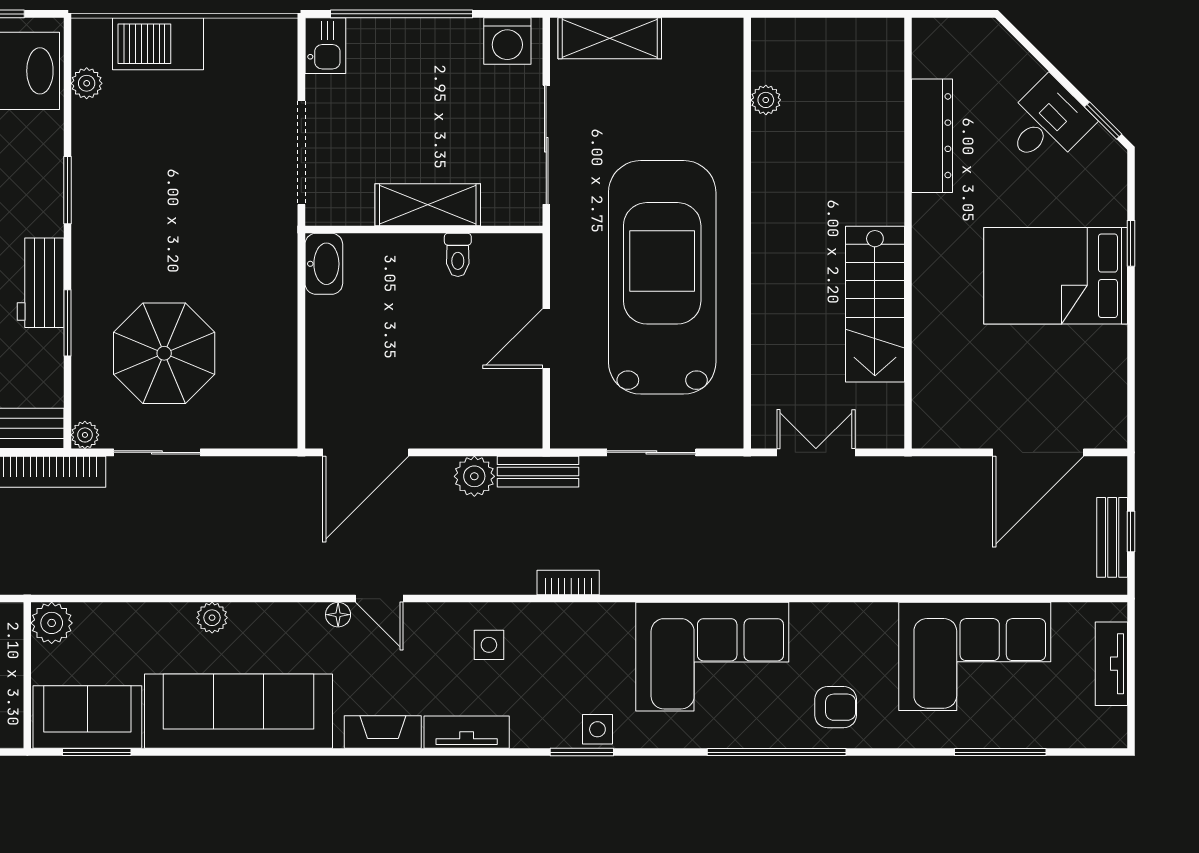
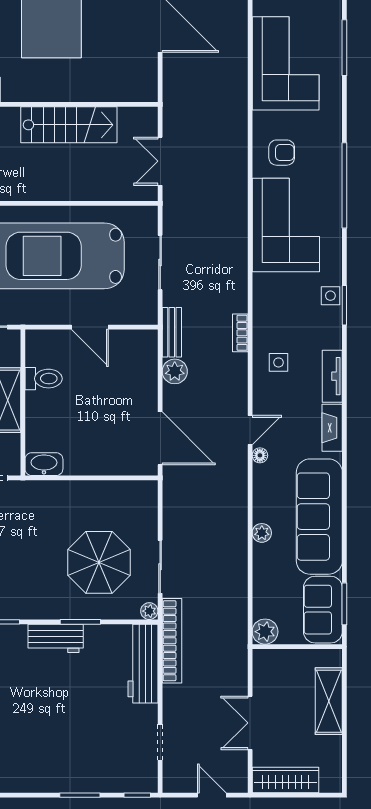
toilet: (458, 255) -> (44, 379), width x1.37, depth x1.39
bookcase: (568, 583) -> (240, 333), moved
armchair: (836, 707) -> (282, 153), moved, turned 90

